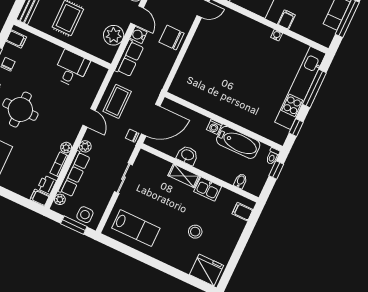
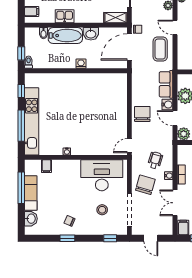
filing cabinet: (286, 20) -> (46, 166), moved
chair: (172, 38) -> (142, 114), turned -90
bathtub: (238, 142) -> (65, 36), moved, turned 180
shelving: (184, 176) -> (116, 18), moved

